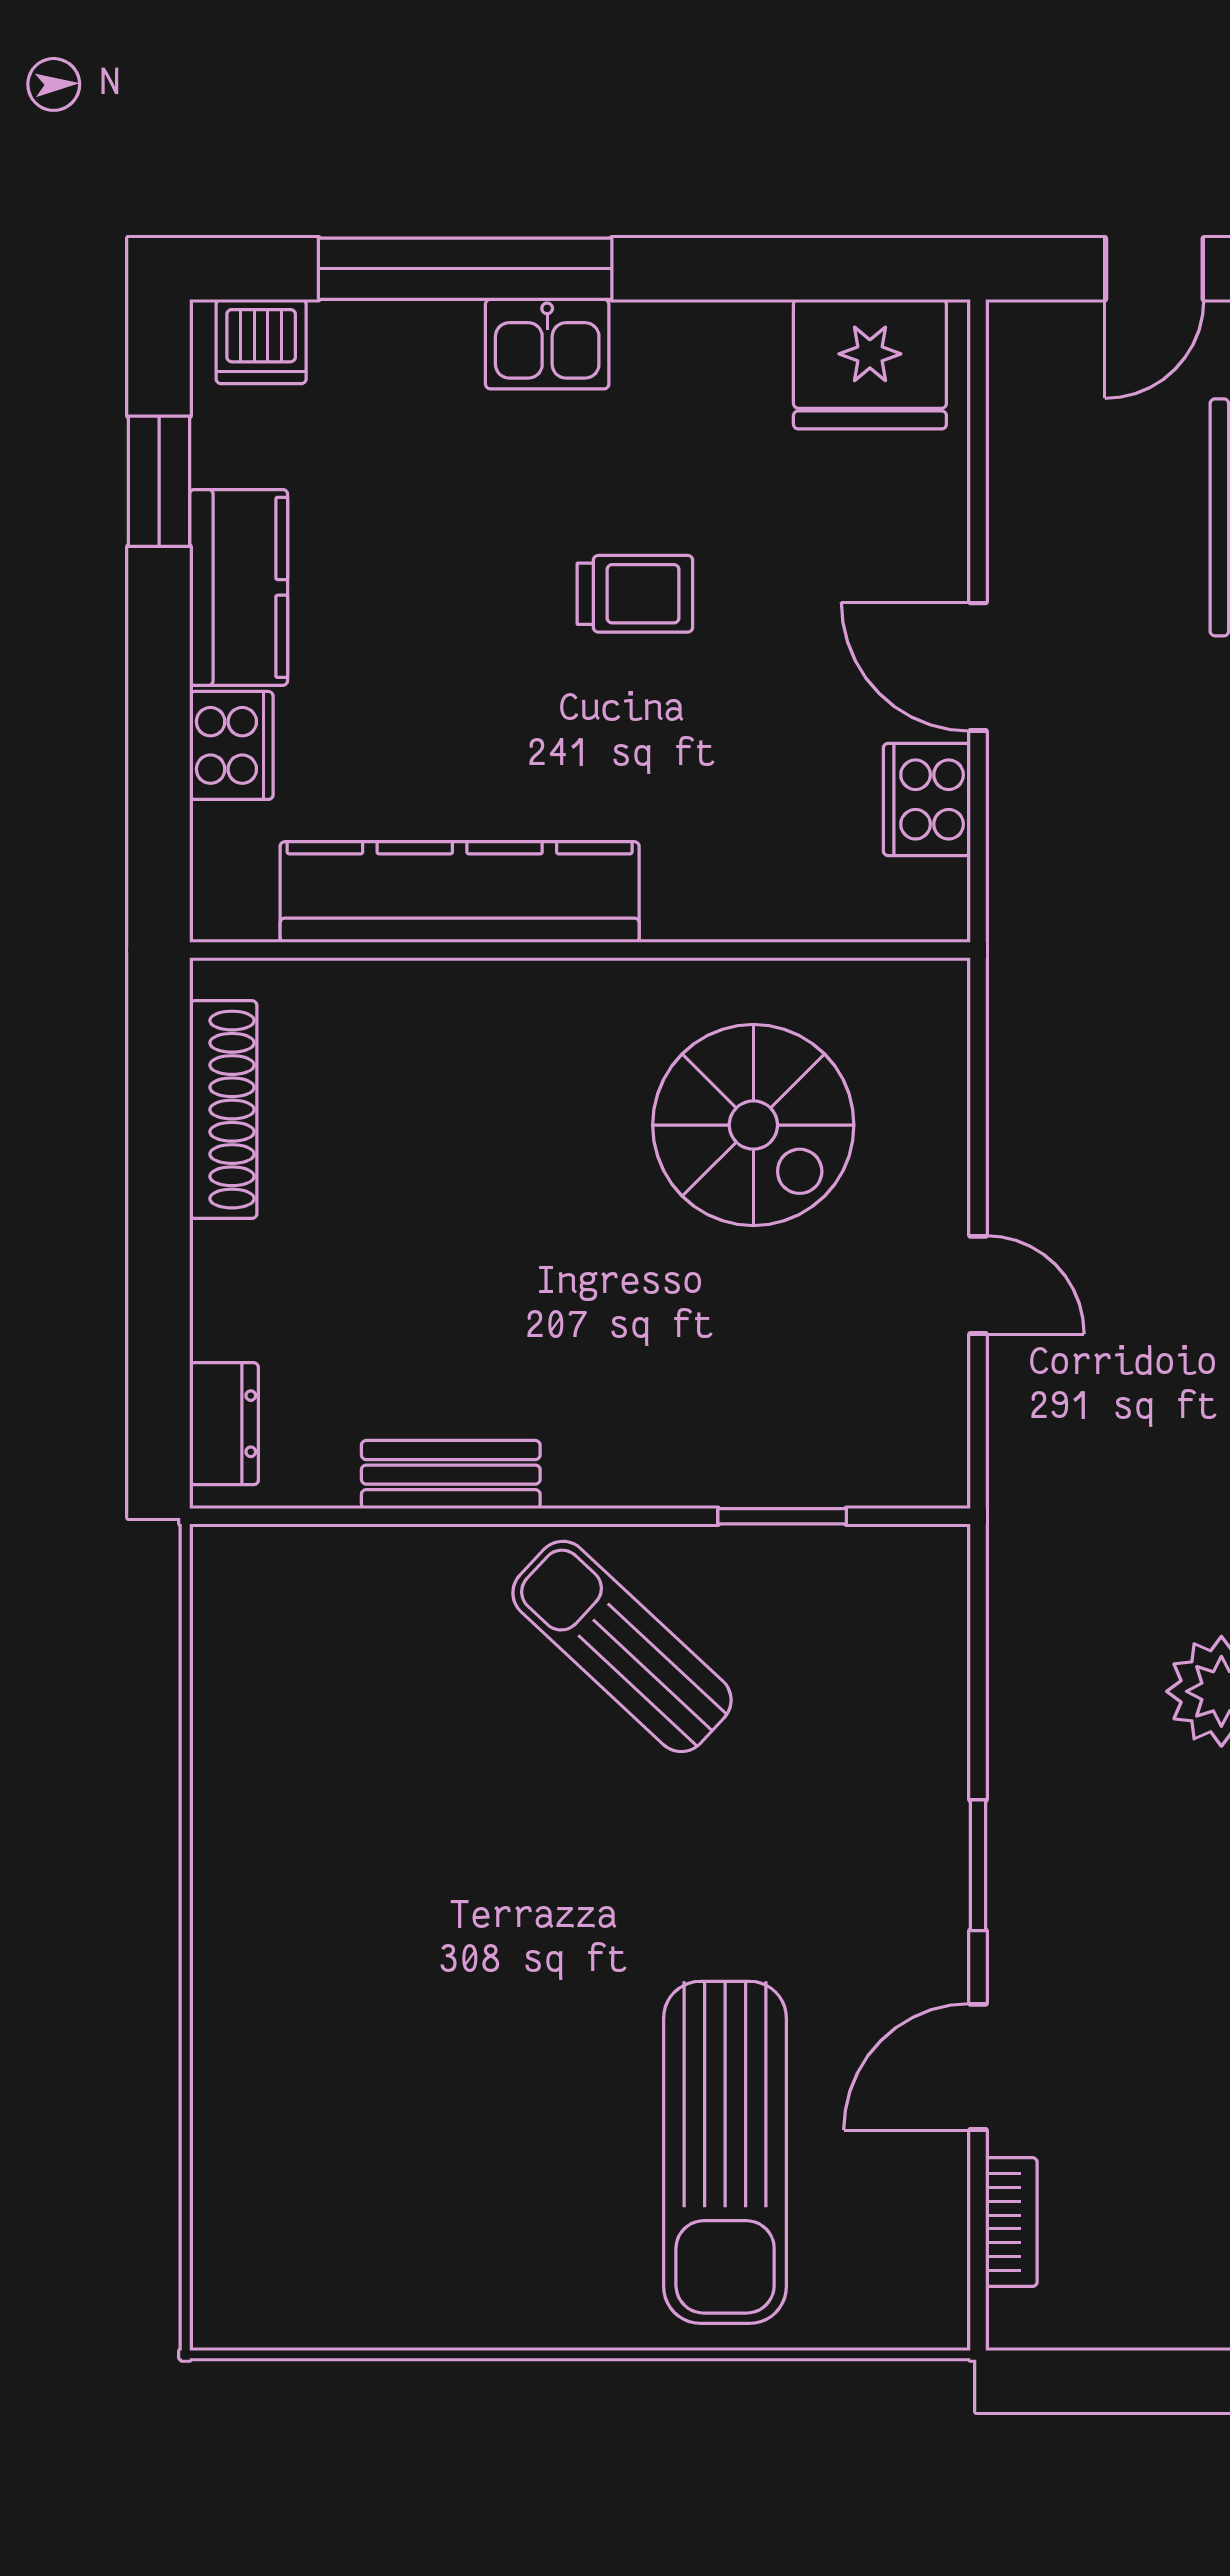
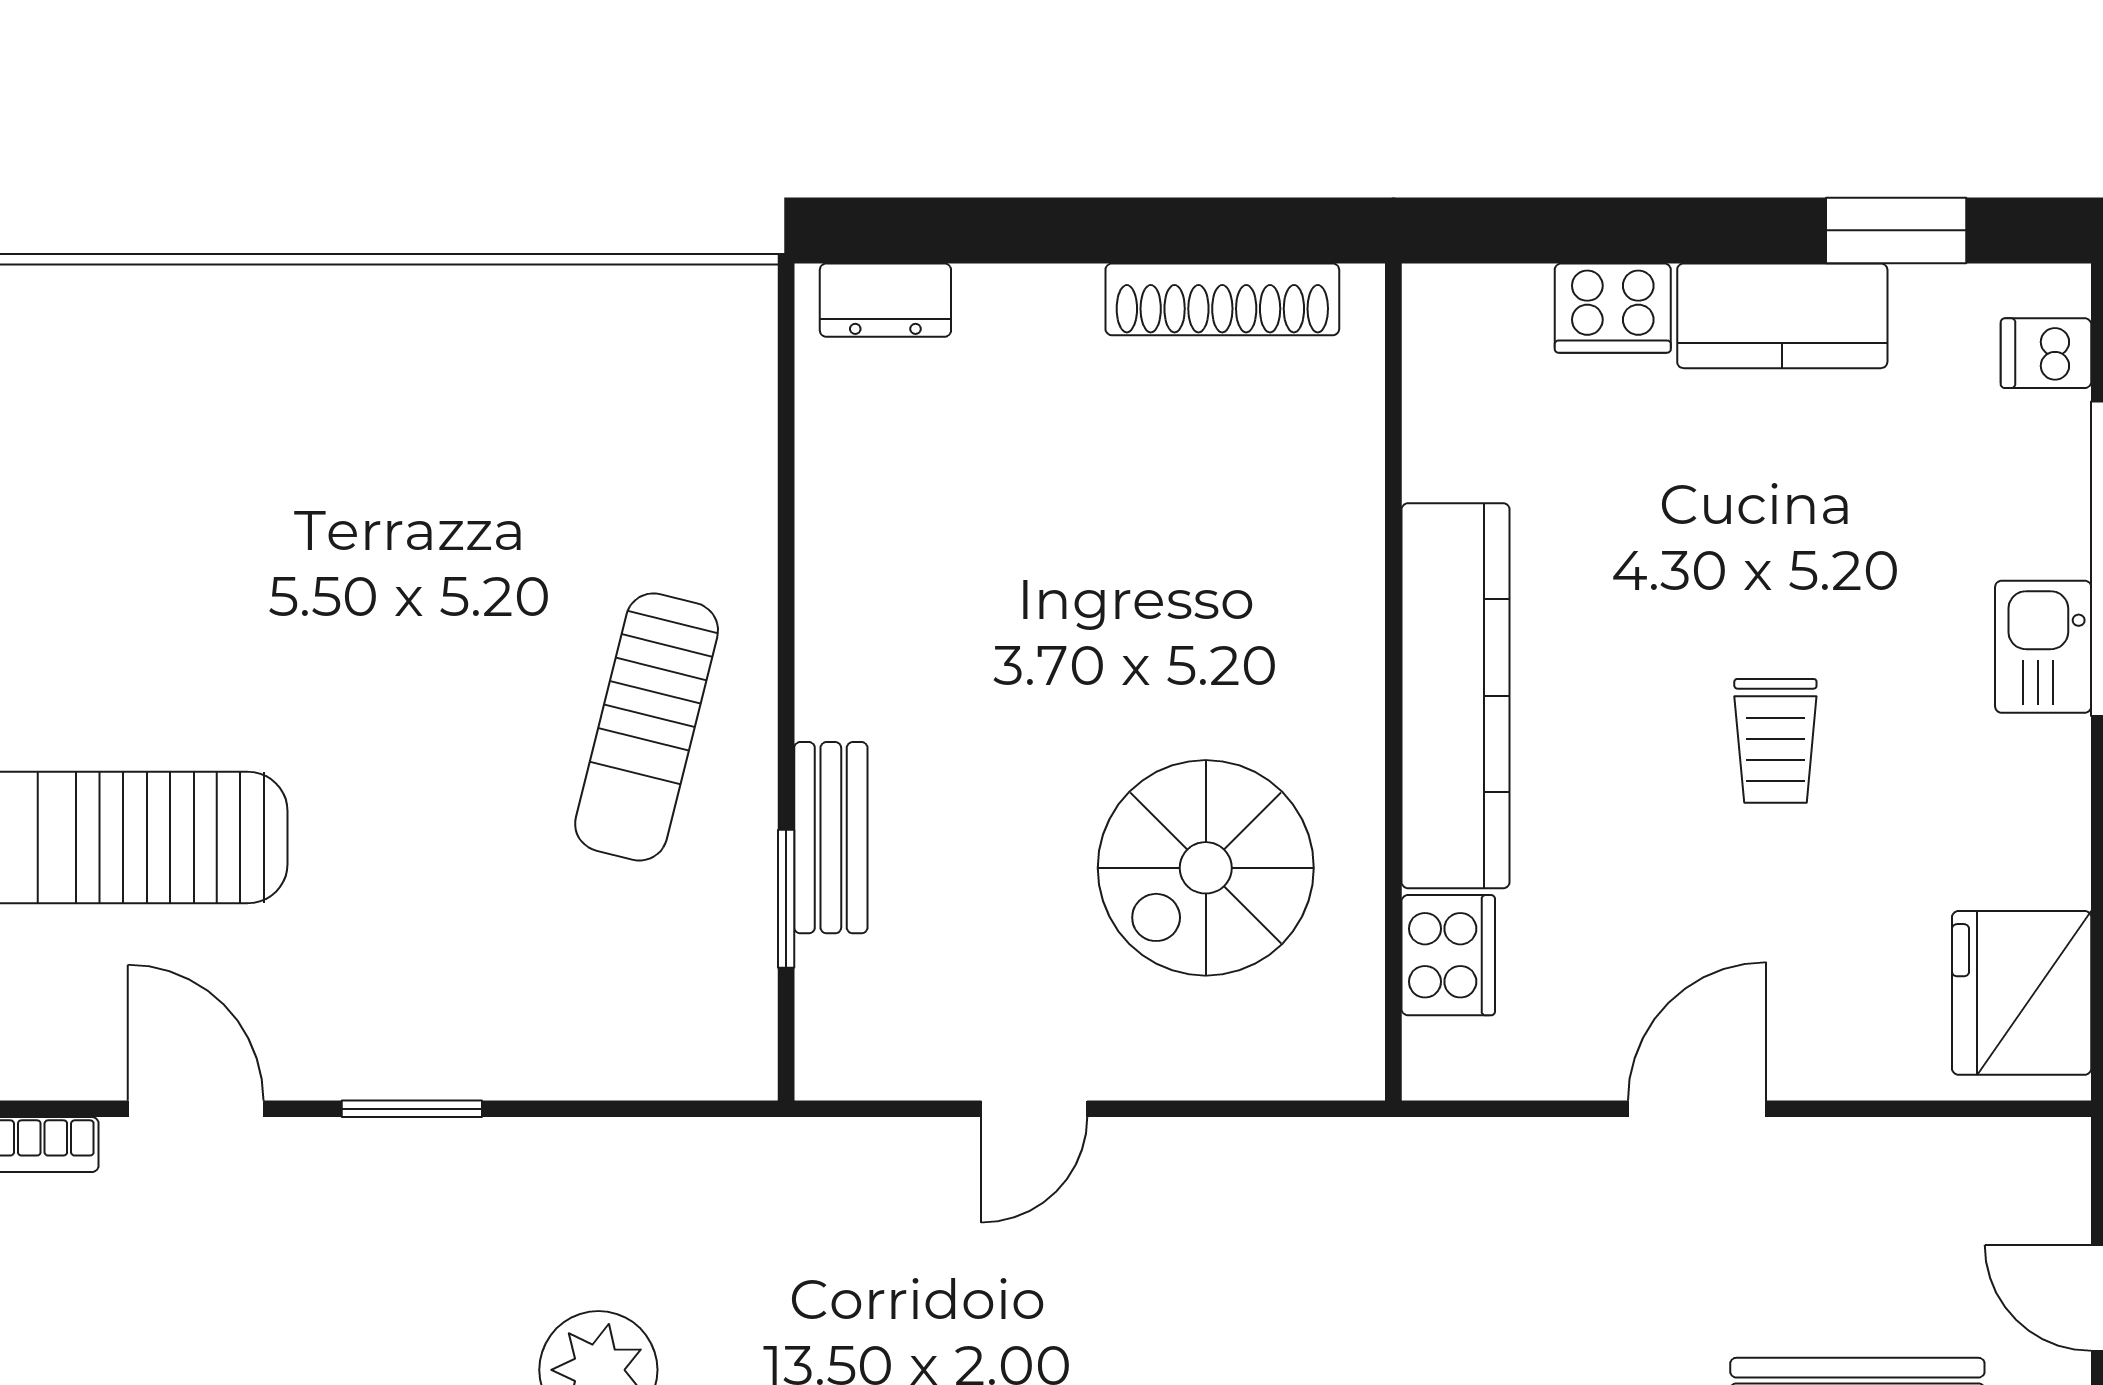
dishwasher: (261, 342) -> (2046, 353), width x0.73
cooker: (927, 799) -> (1448, 955), moved, turned 90
kitchen counter: (460, 892) -> (1456, 696), moved
bench: (451, 1475) -> (831, 838), moved
sun lounger: (622, 1646) -> (647, 727), turned 151

